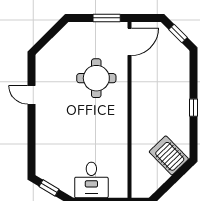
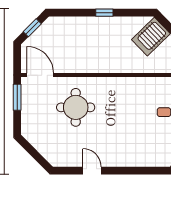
door: (31, 95) -> (92, 171), swing flipped

